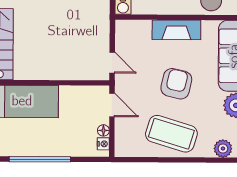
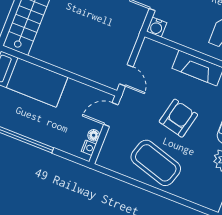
door: (112, 105) -> (111, 115), swing flipped
plant: (223, 149) -> (198, 195), removed

